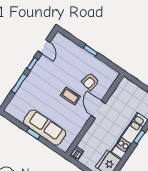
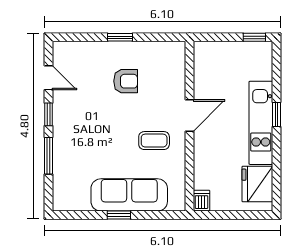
armchair: (90, 82) -> (126, 81), moved, turned -101
coffee table: (70, 96) -> (154, 141), moved
door: (98, 109) -> (189, 116), swing flipped

